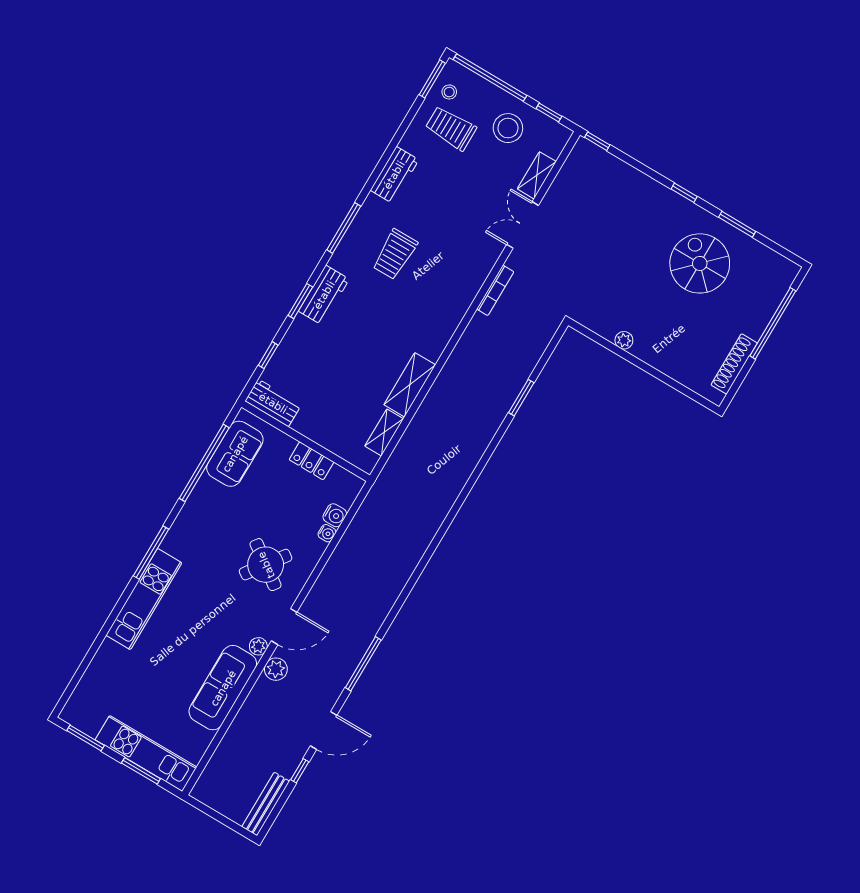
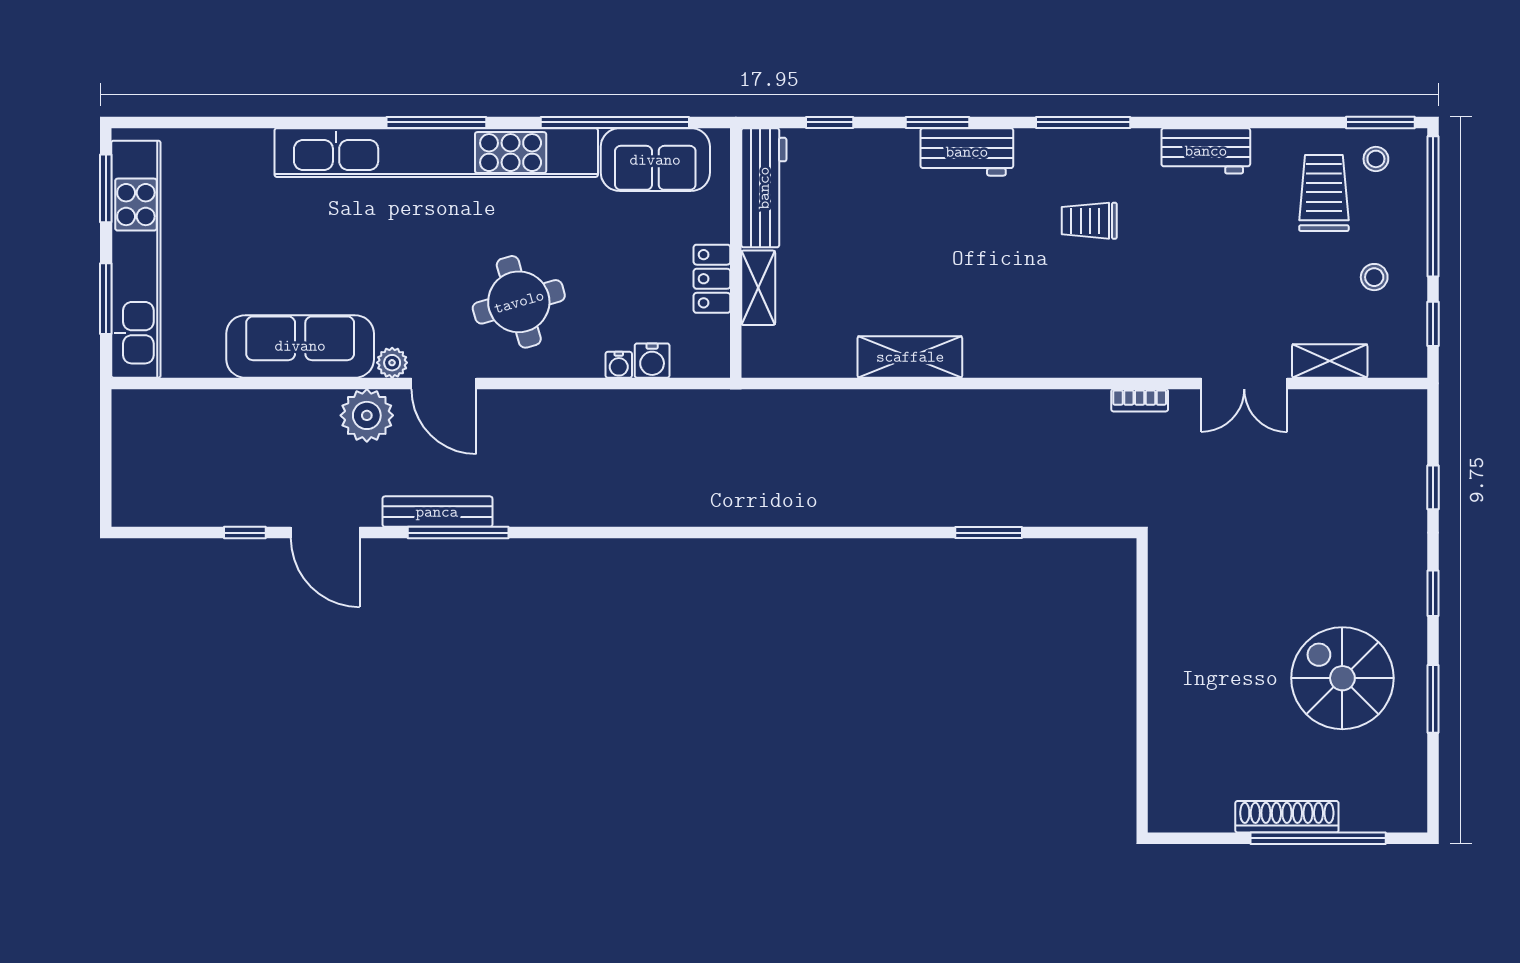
stool: (508, 128) -> (1374, 277), width x0.53, depth x0.53
window: (597, 141) -> (1433, 487), moved
double door: (523, 225) -> (1244, 383), swing flipped
trolley: (395, 254) -> (1089, 221), width x0.73, depth x0.72
spiral stairs: (700, 263) -> (1342, 678), turned -90
bookcase: (495, 290) -> (1140, 400), width x0.64
plant: (624, 340) -> (1163, 634), removed
shoe rack: (734, 364) -> (1287, 817), moved
workbench: (273, 403) -> (764, 188), width x1.37
shelving: (384, 432) -> (758, 288), moved, turned 90
round table: (266, 565) -> (519, 302), turned 38
kitchen unit: (144, 599) -> (436, 153), width x1.86
plant: (276, 669) -> (367, 415), width x1.36, depth x1.36
kitchen unit: (146, 753) -> (136, 259), width x1.36
bench: (266, 804) -> (437, 512), moved

